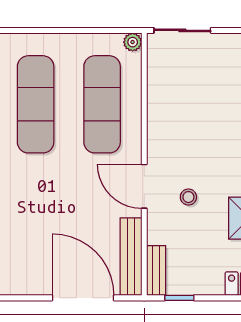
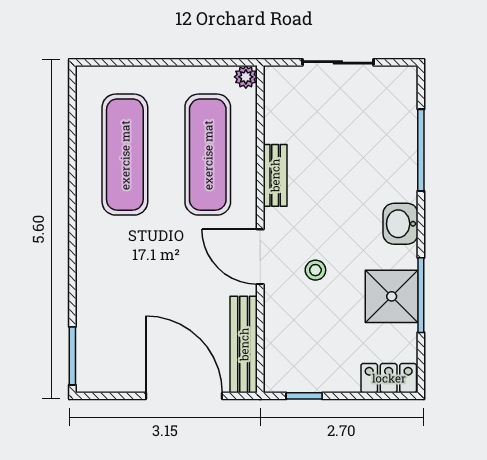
sliding door: (182, 30) -> (338, 62), moved
bench: (156, 270) -> (275, 175), moved

